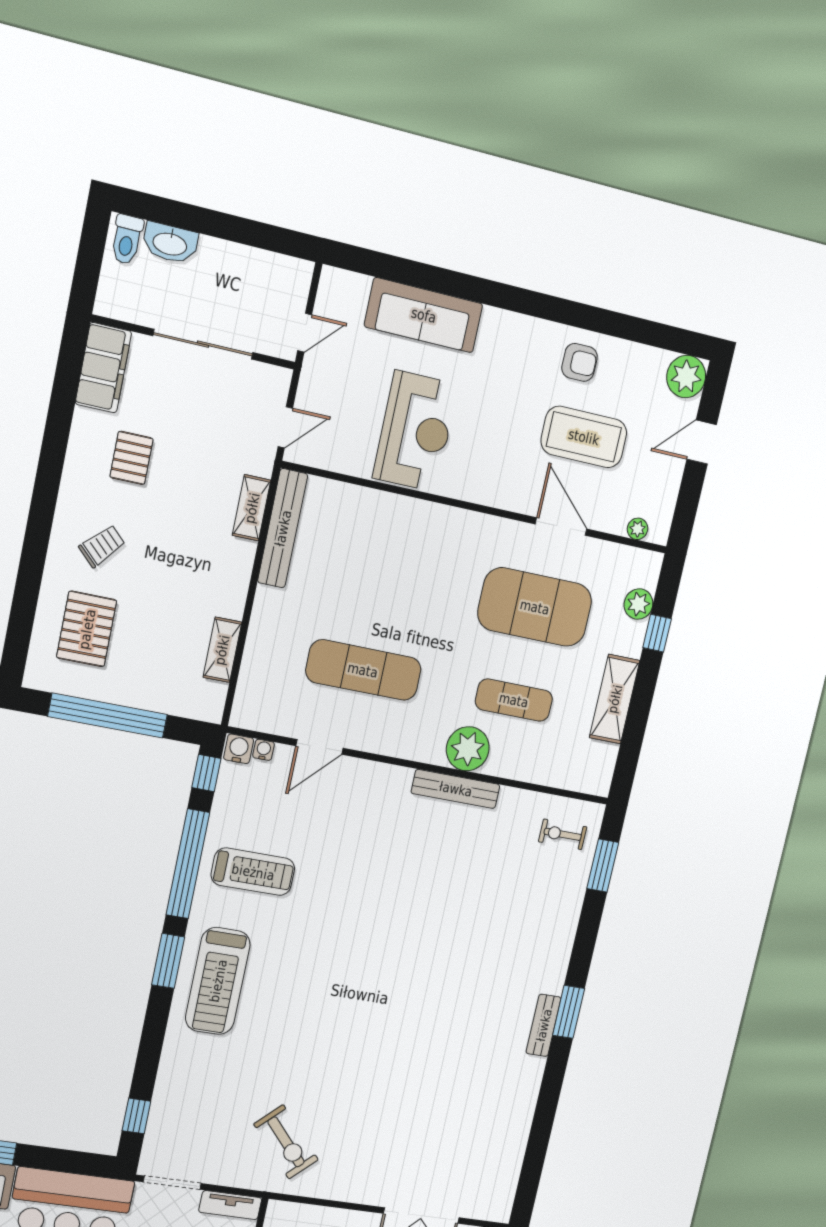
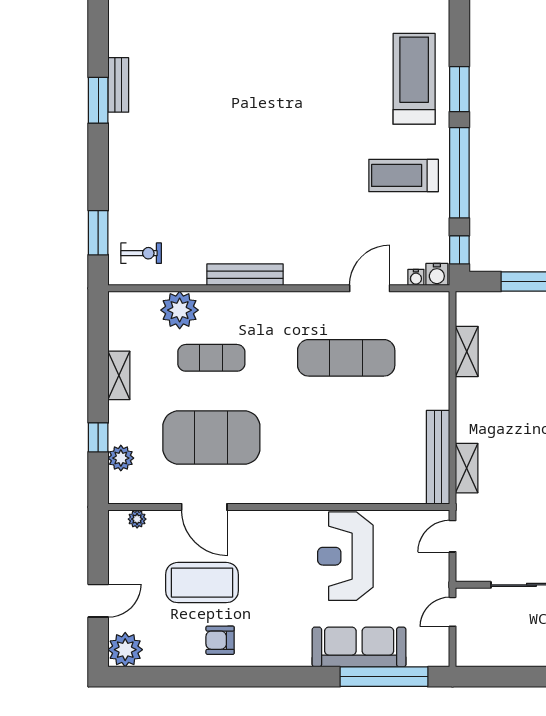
window: (403, 271) -> (384, 677), added
shelving: (615, 699) -> (119, 375), width x0.67, depth x0.75
plant: (468, 749) -> (180, 310), moved

